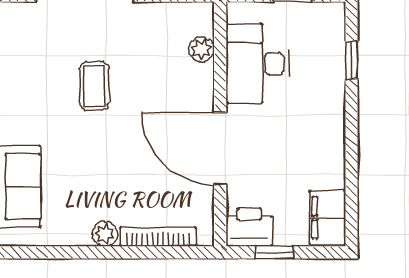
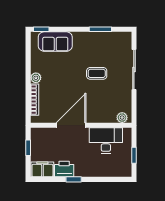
plant: (201, 49) -> (122, 118), moved
window: (352, 60) -> (74, 179), moved
printer: (249, 227) -> (64, 169), moved, turned -90

